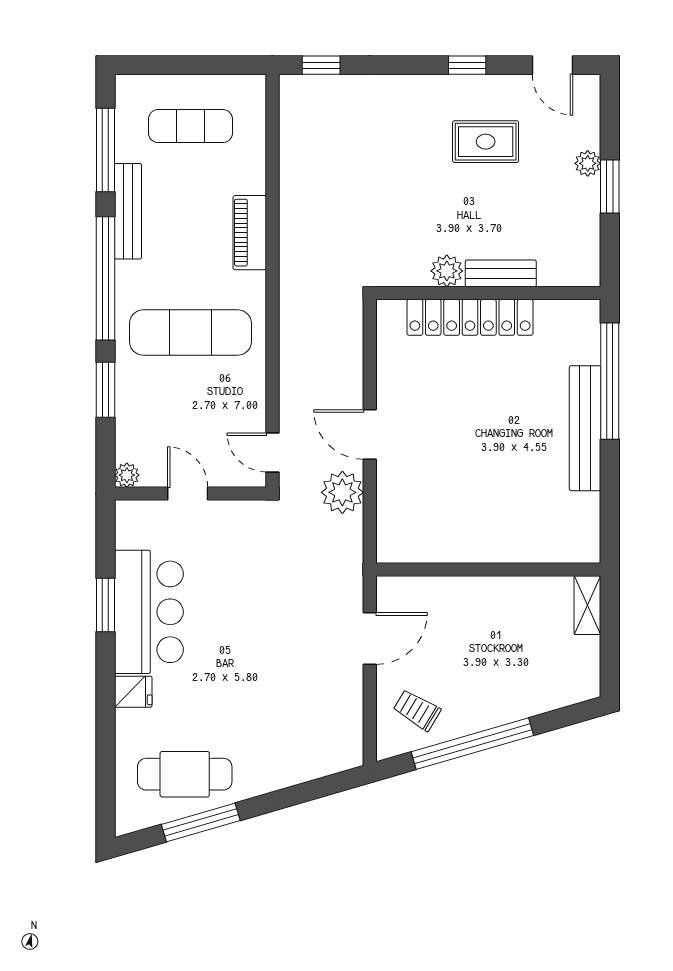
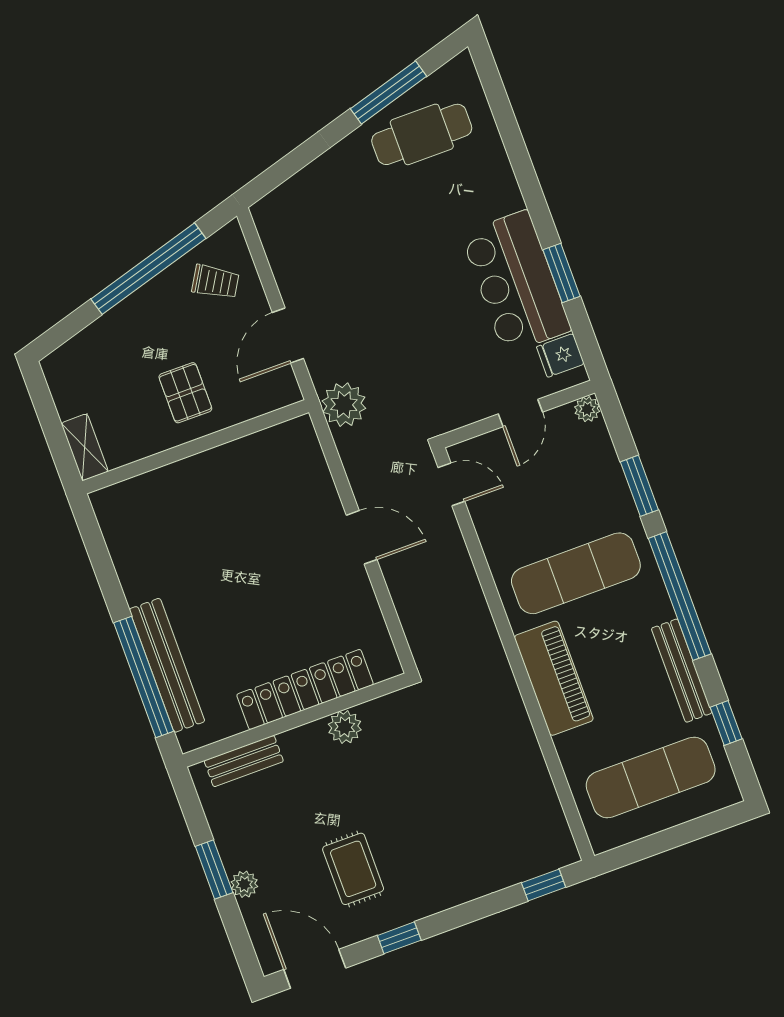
door: (552, 65) -> (315, 969), width x1.38
exercise mat: (190, 126) -> (651, 777), width x1.36, depth x1.45
rug: (486, 142) -> (353, 869), turned 90
window: (105, 150) -> (726, 723), width x0.46
piano: (250, 233) -> (554, 678), width x1.37, depth x1.33
bench: (501, 273) -> (244, 761), moved
bench: (585, 428) -> (167, 665), moved
plant: (342, 492) -> (344, 405), moved
door: (188, 494) -> (520, 413), hinge flipped
pallet: (480, 621) -> (185, 393), added
fridge: (133, 692) -> (560, 355), moved

